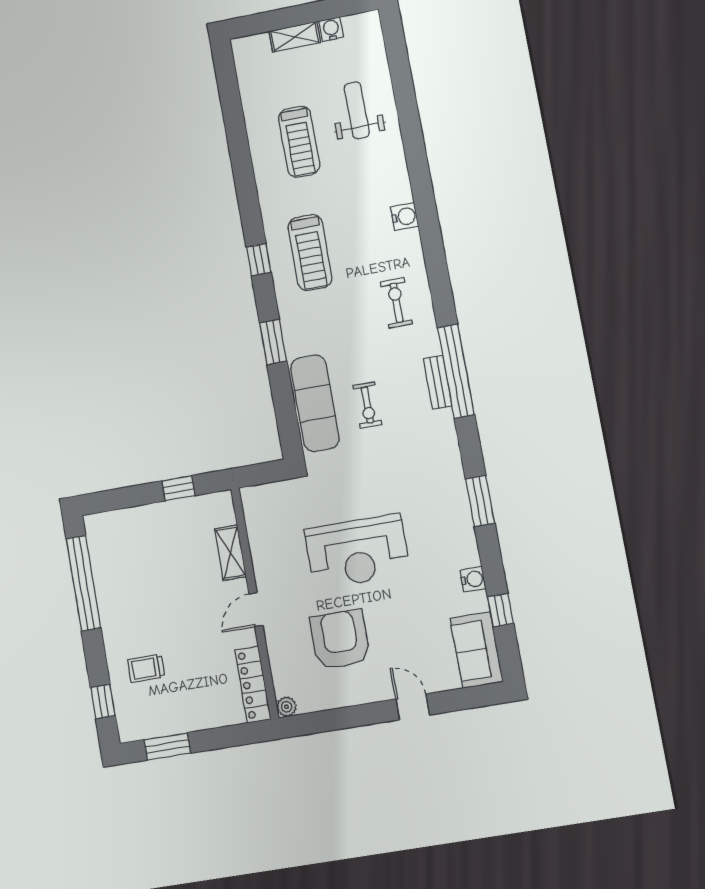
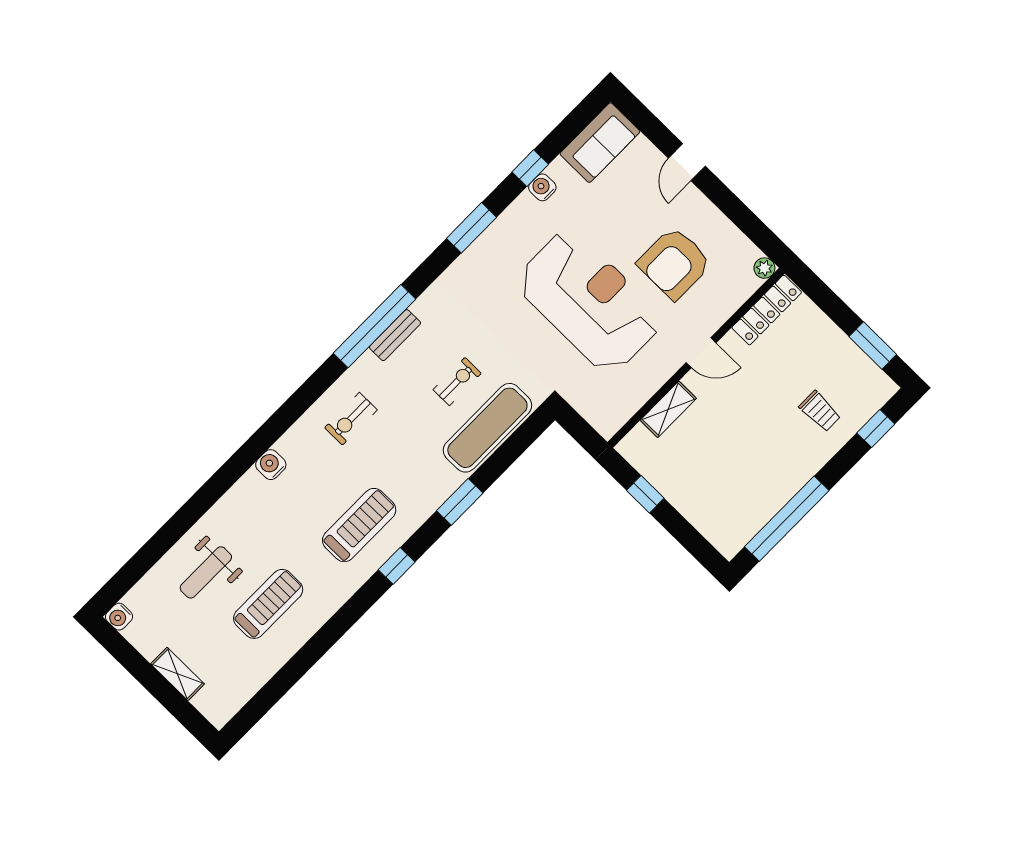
water cooler: (331, 29) -> (119, 617), moved
reception desk: (357, 552) -> (589, 301), width x1.36, depth x1.30
window: (500, 610) -> (530, 168), moved

